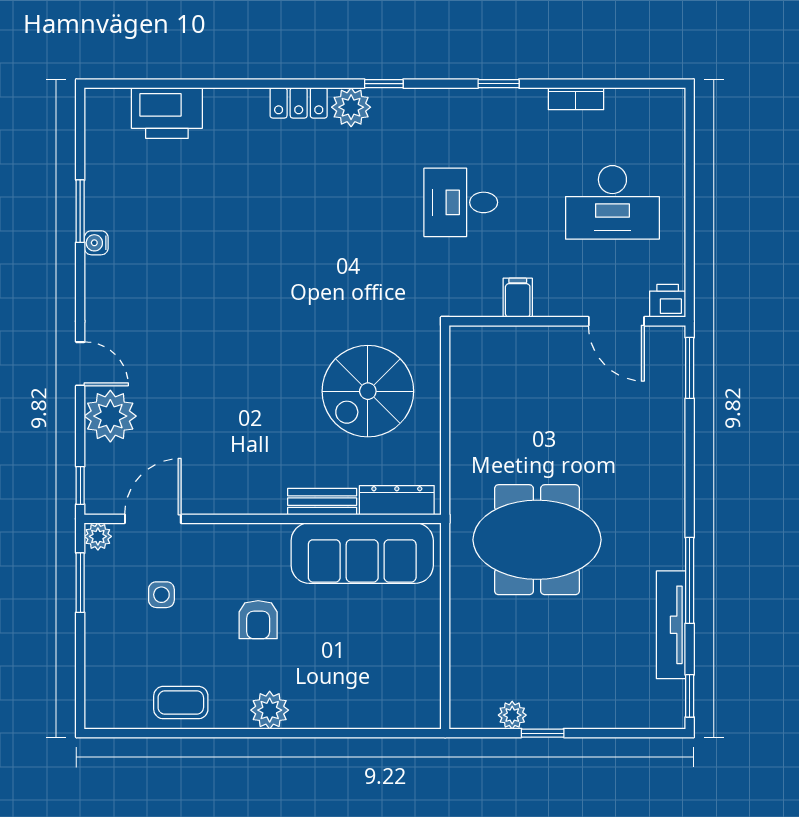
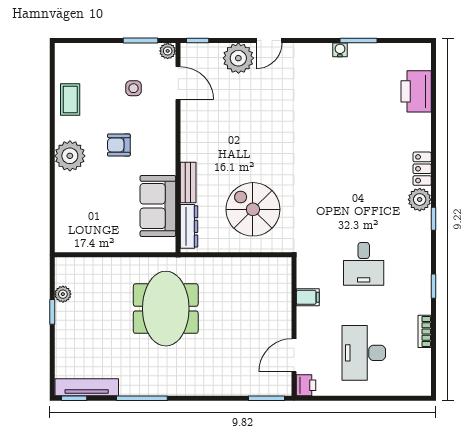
desk: (461, 202) -> (364, 264), turned 180
sofa: (362, 553) -> (158, 206), width x0.73
tv unit: (671, 625) -> (87, 387), moved
plant: (270, 710) -> (70, 156), width x1.36, depth x1.36

